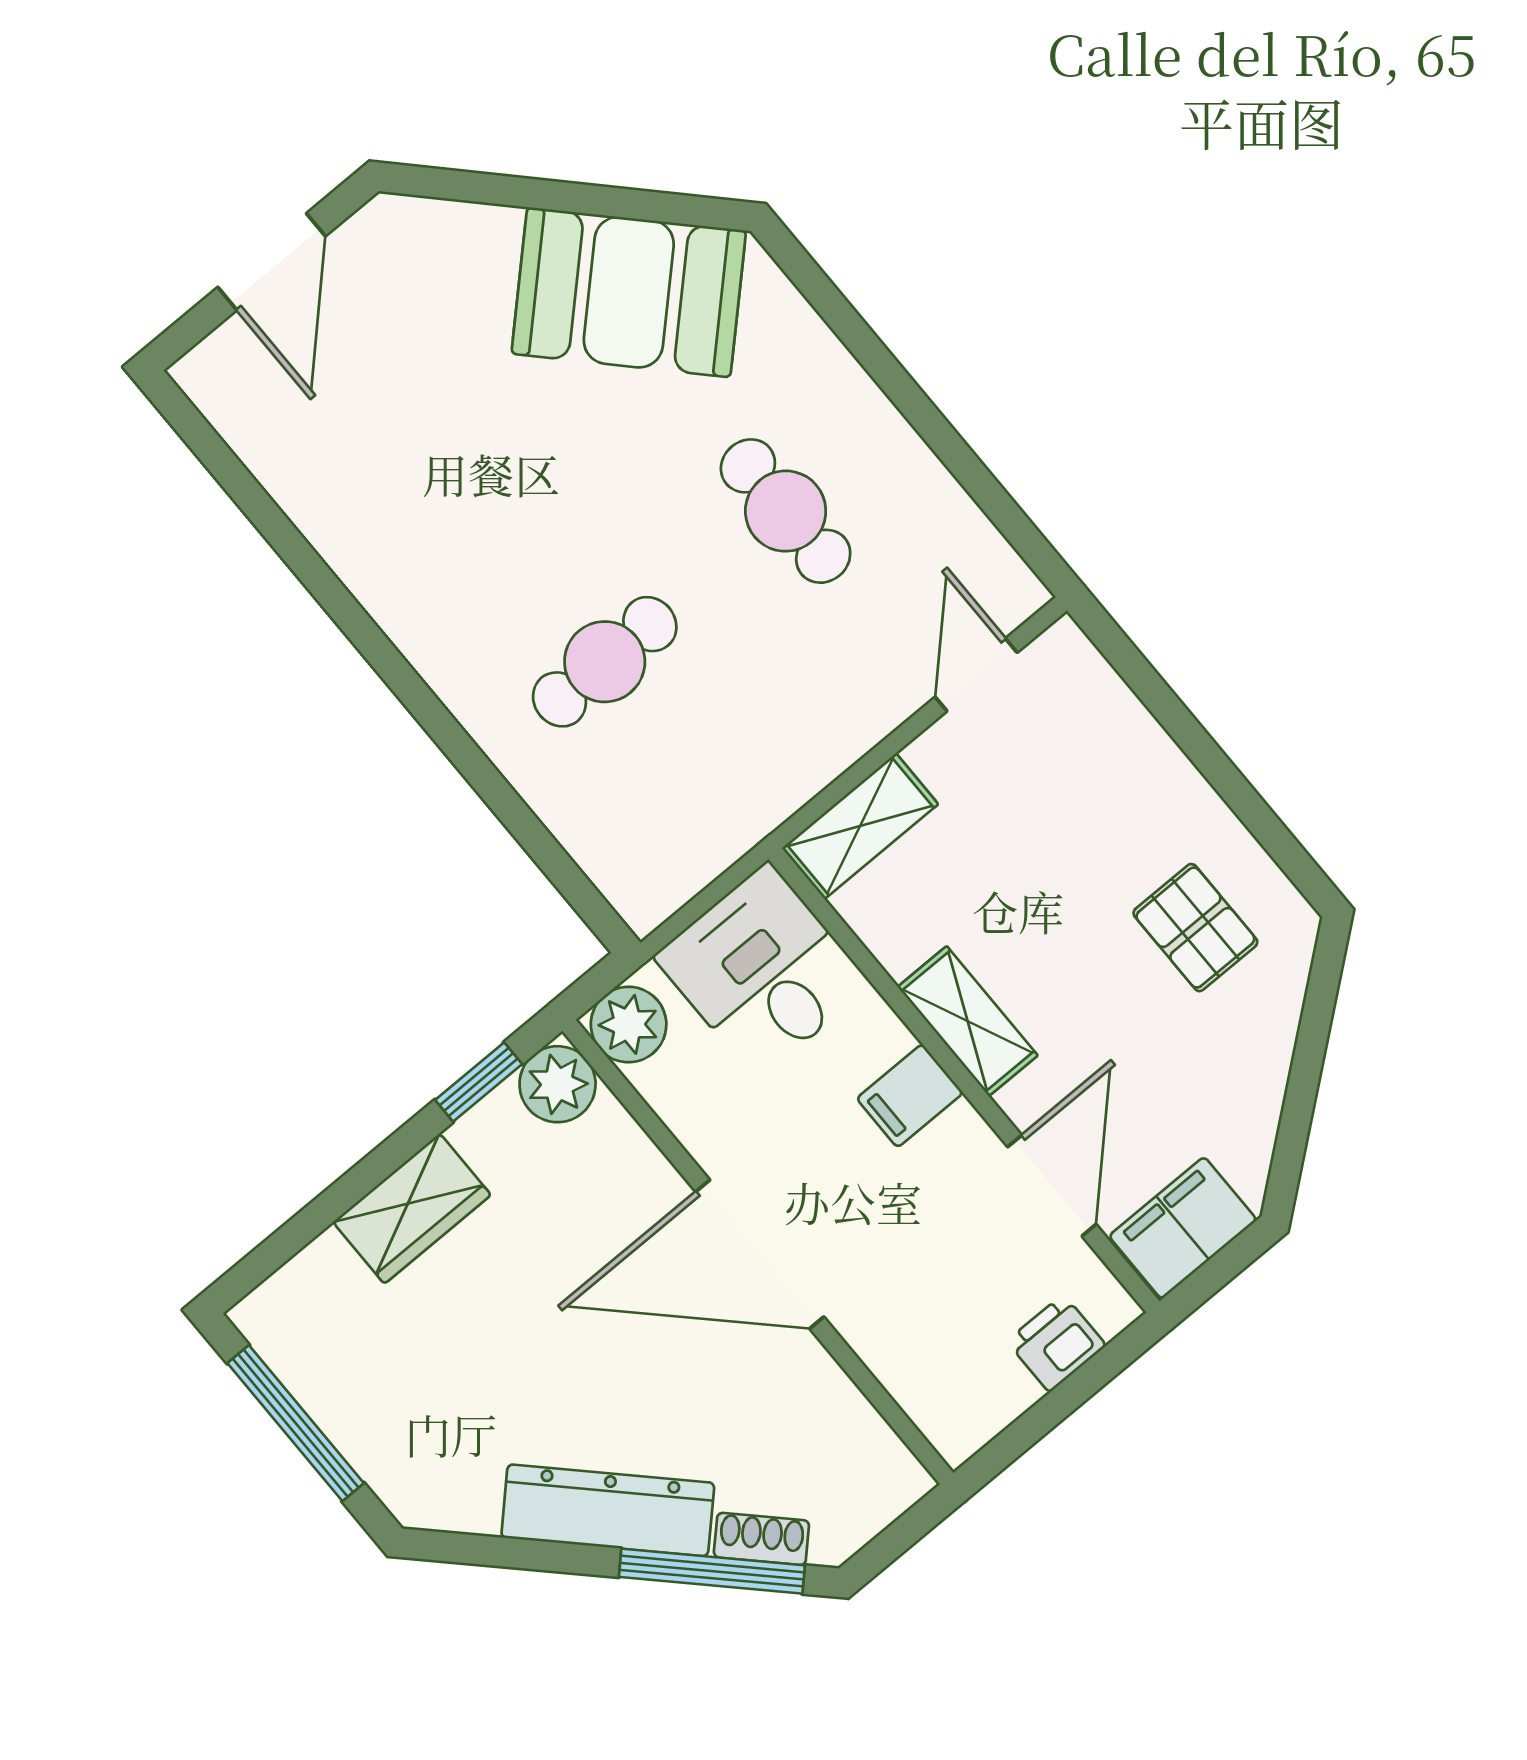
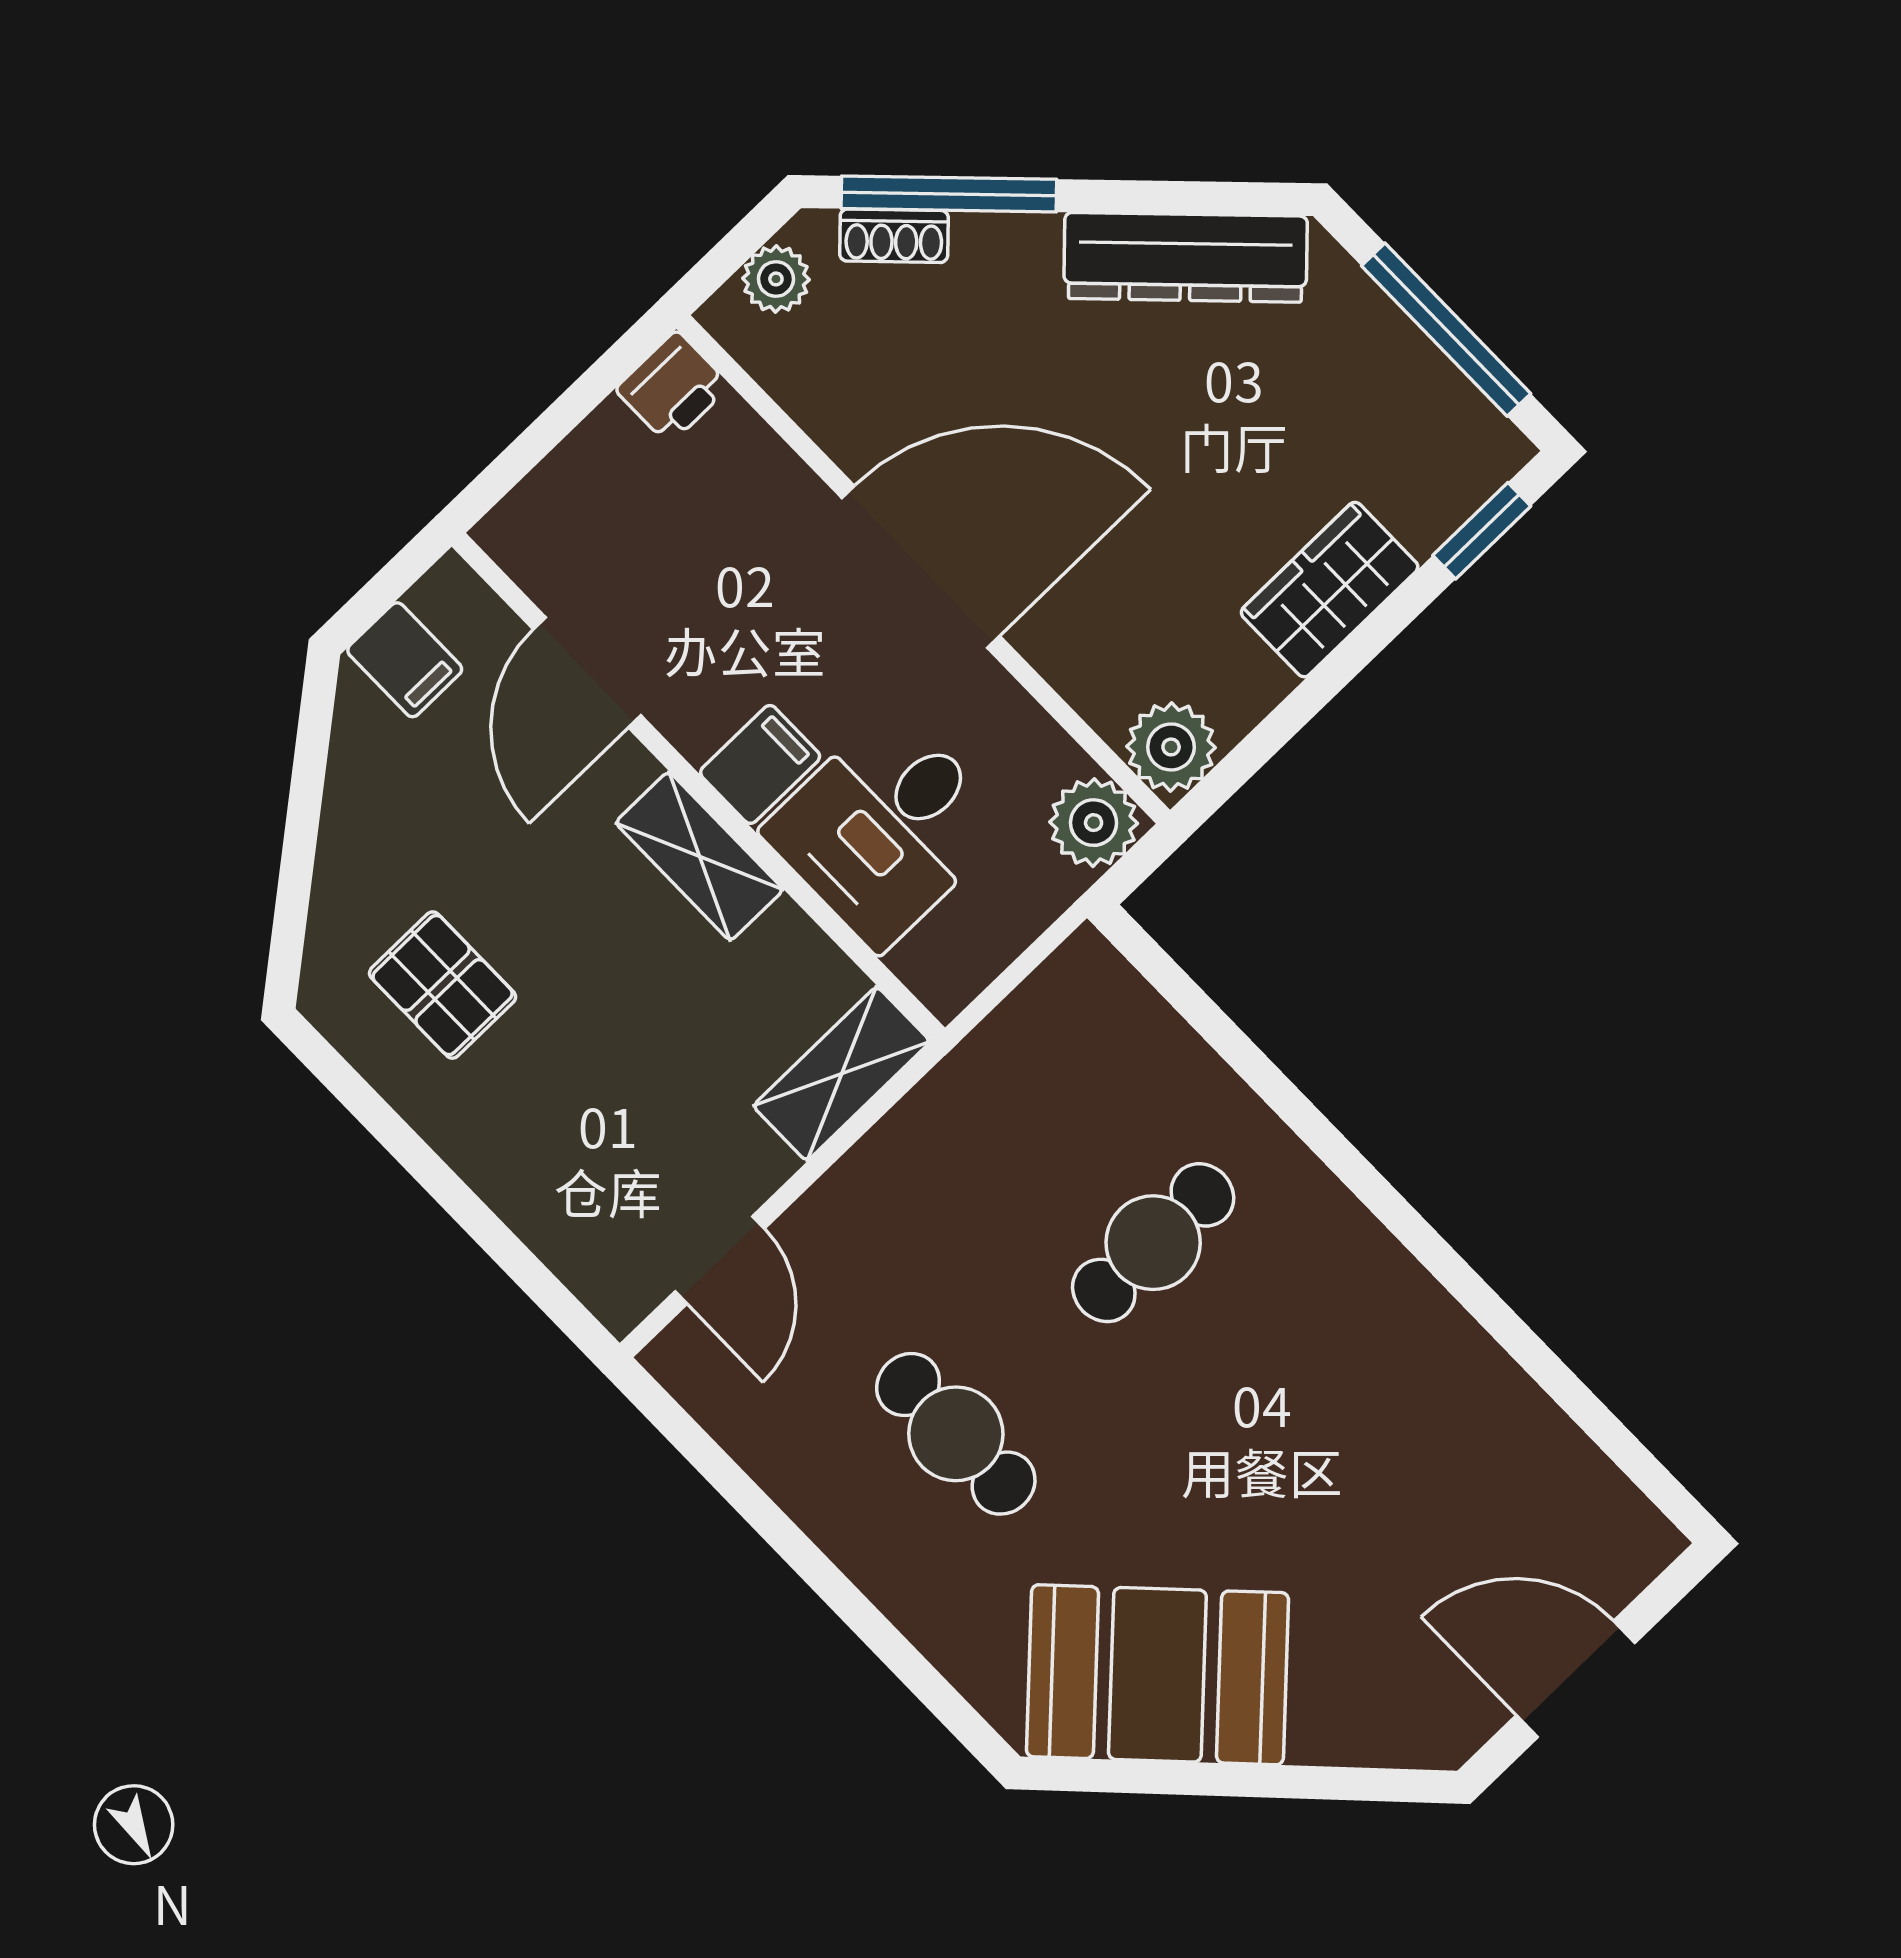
door: (272, 262) -> (1576, 1679), hinge flipped
desk: (763, 971) -> (886, 828), moved, turned 90
window: (479, 1082) -> (1482, 531), moved
filing cabinet: (1183, 1228) -> (405, 660), width x0.50
printer: (1056, 1343) -> (673, 388), moved
dresser: (608, 1510) -> (1185, 257), moved
plant: (865, 1510) -> (776, 279), added

